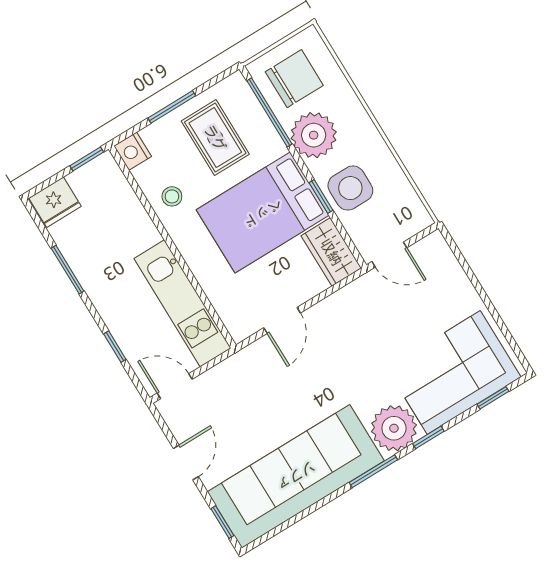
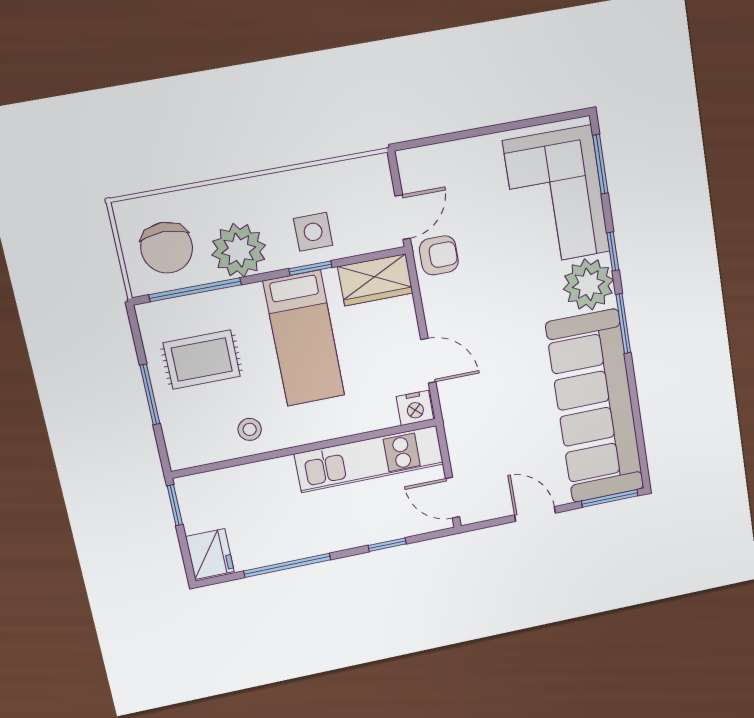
chair: (294, 79) -> (167, 248), turned 180
nightstand: (133, 151) -> (415, 408), moved
side table: (350, 188) -> (313, 232), width x0.73, depth x0.73
bed: (263, 213) -> (304, 338), width x0.67
window: (68, 270) -> (287, 565), width x1.44
armchair: (370, 296) -> (439, 255), added
door: (175, 386) -> (453, 498), hinge flipped
window: (493, 398) -> (600, 164), width x1.50
window: (222, 522) -> (610, 498), width x1.50

